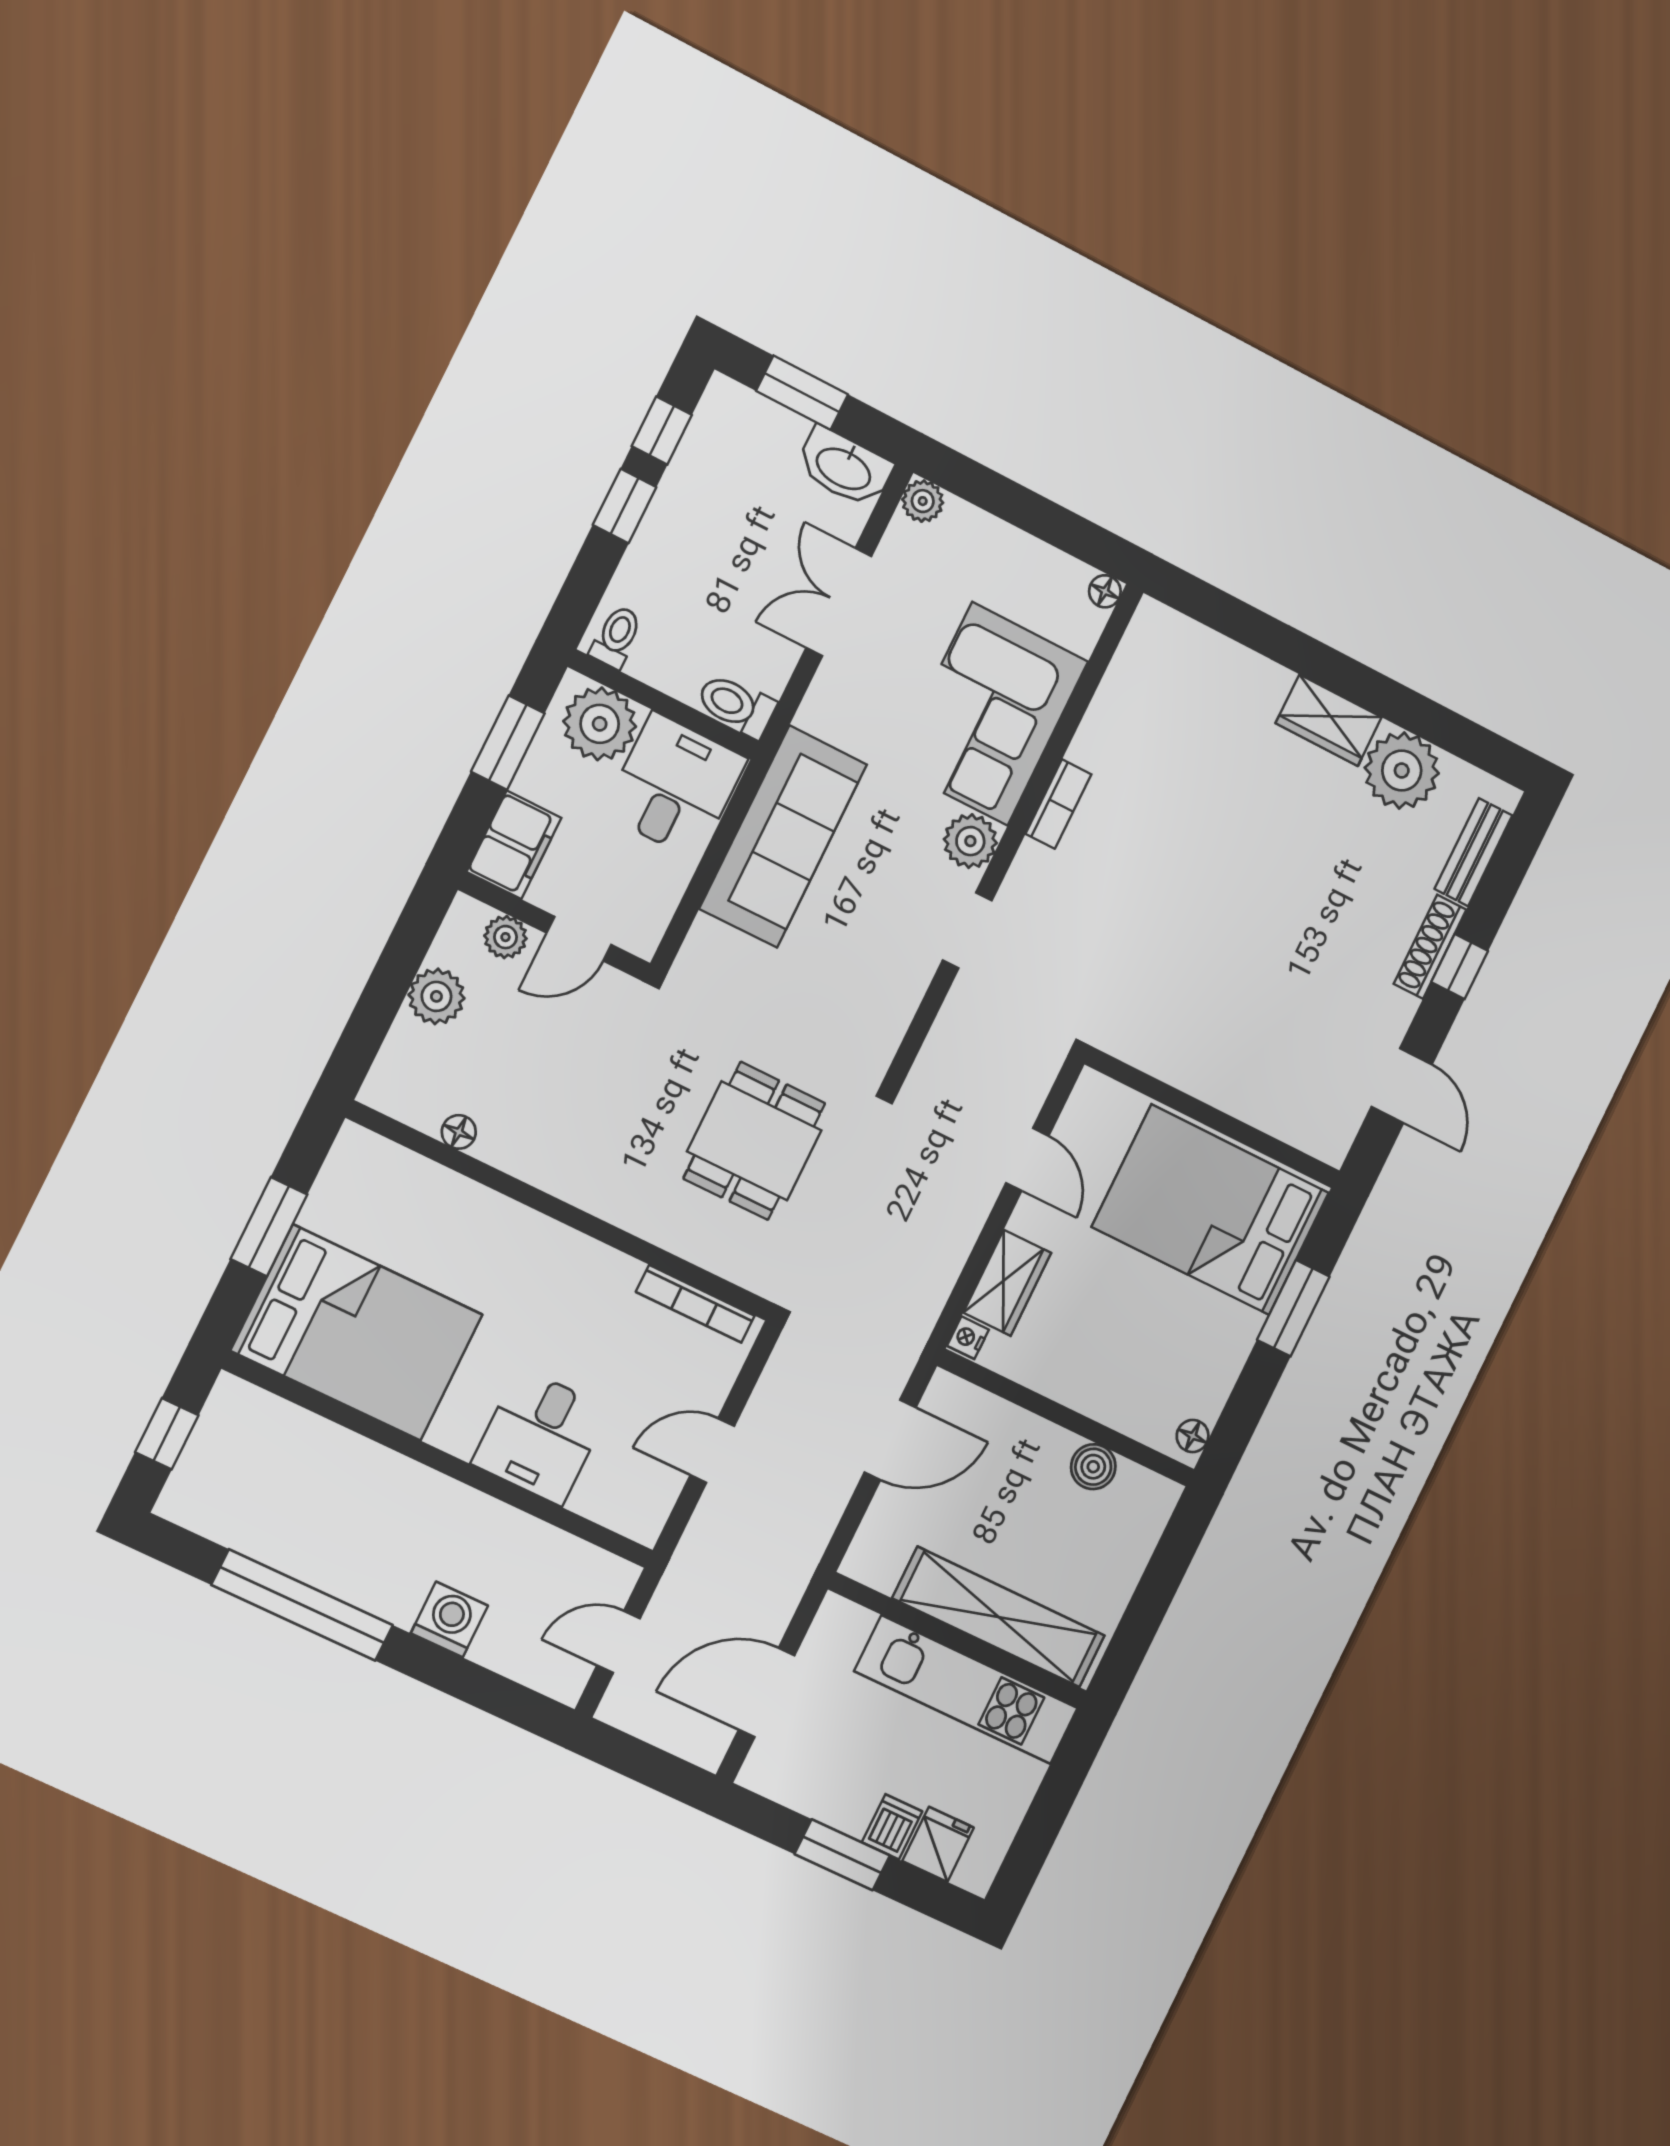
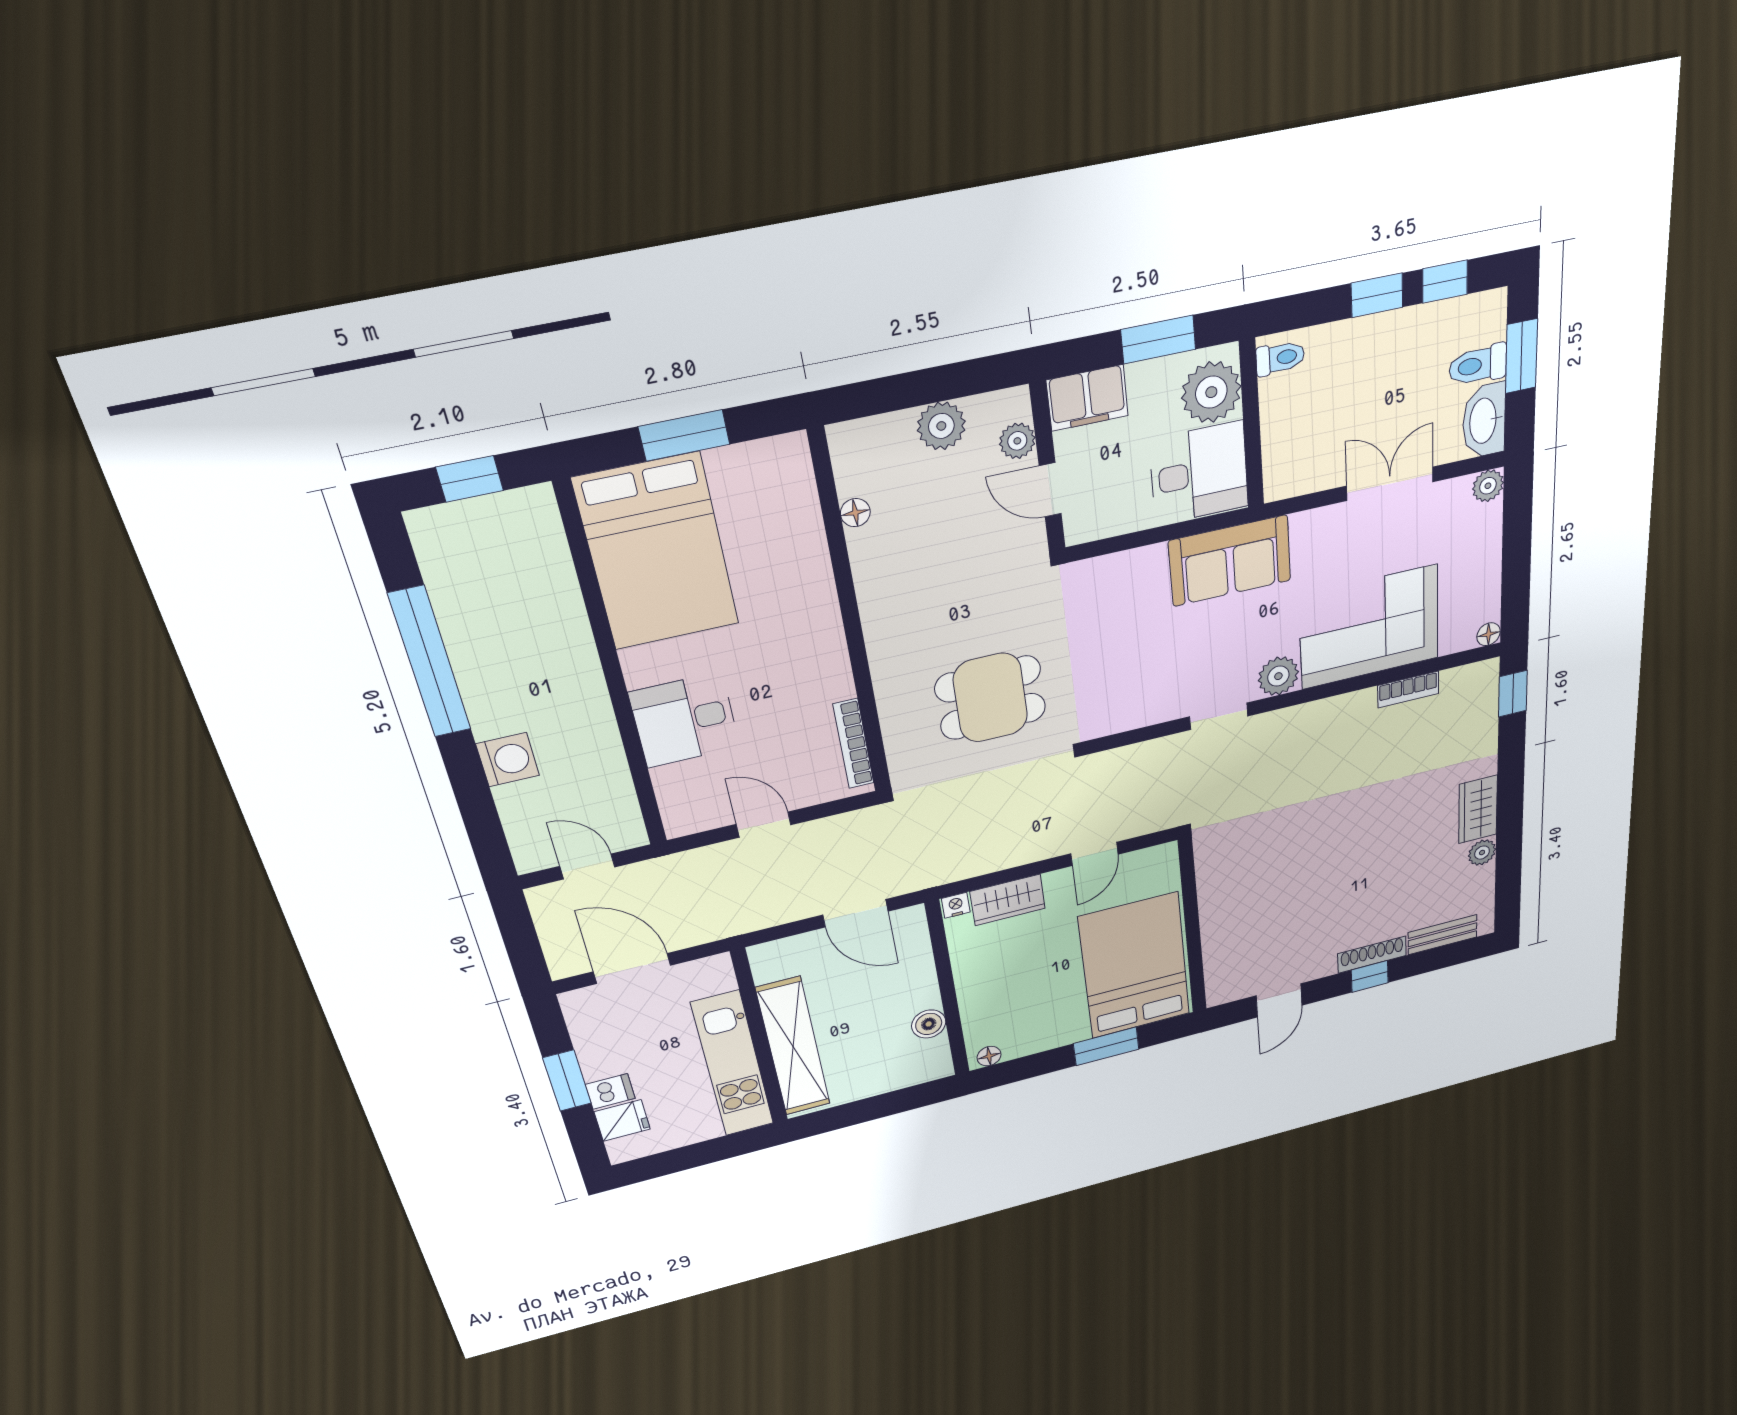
window: (1205, 603) -> (1513, 694), added
toilet: (736, 705) -> (1478, 365), moved, turned -90
plant: (1402, 771) -> (1482, 853), width x0.53, depth x0.53
bookcase: (1058, 804) -> (1408, 690), moved
sofa: (783, 837) -> (1230, 561), width x0.73

